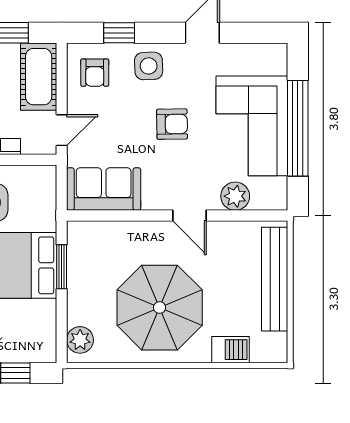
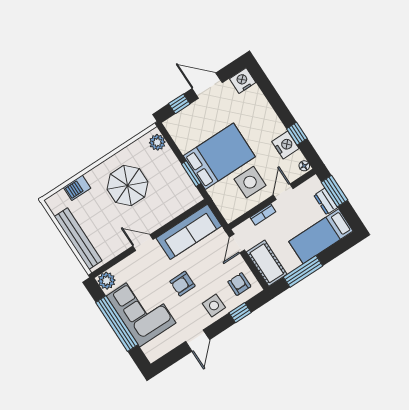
sofa: (104, 189) -> (189, 232), width x1.36
plant: (235, 196) -> (107, 281), moved
parasol: (160, 308) -> (127, 186), width x0.73, depth x0.73

